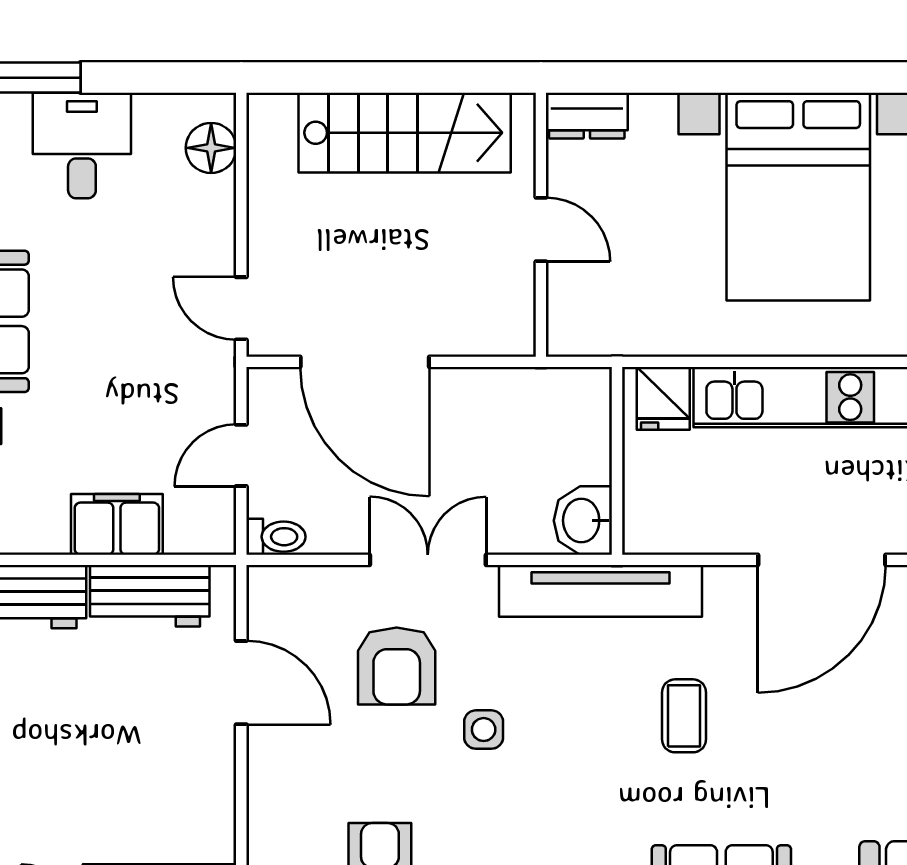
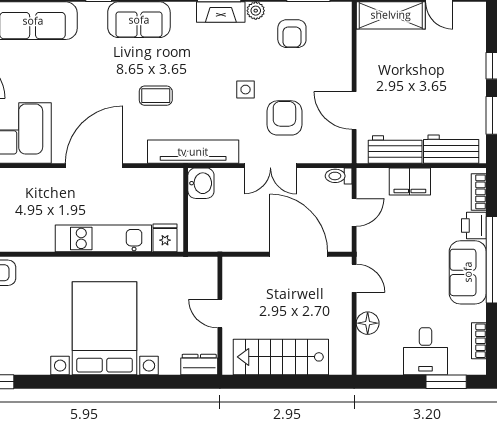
floor lamp: (211, 148) -> (368, 323), moved
coffee table: (684, 716) -> (156, 96), turned 90

